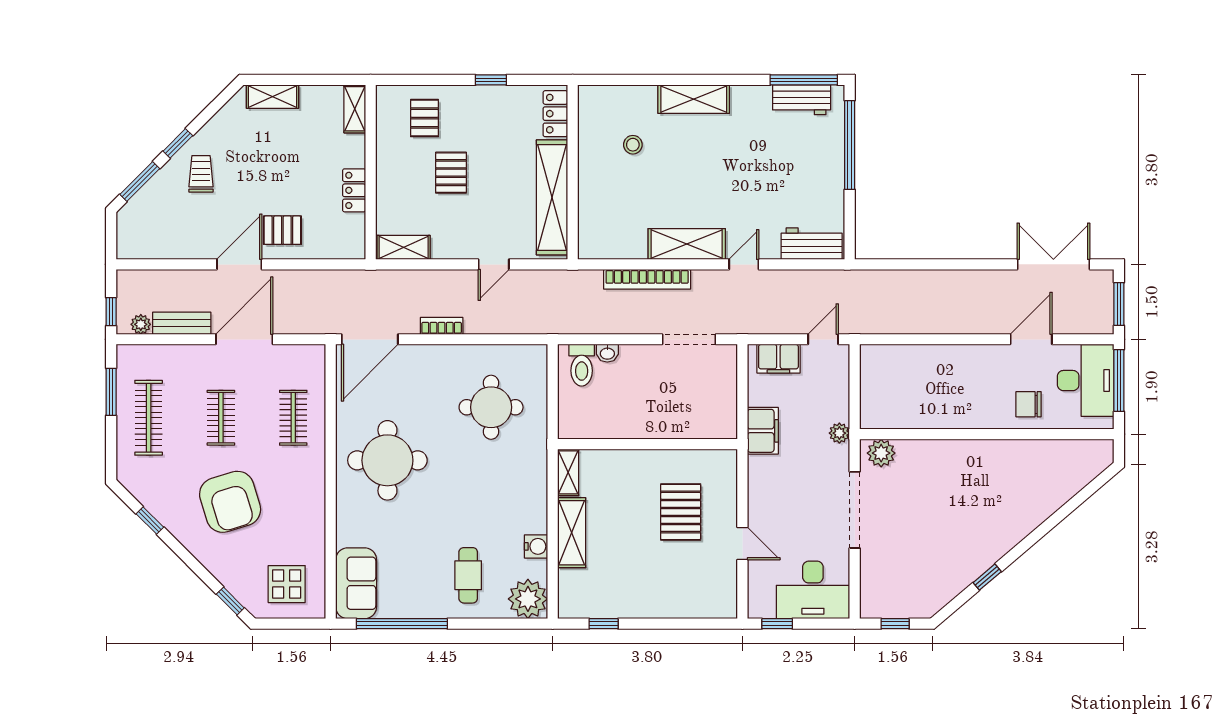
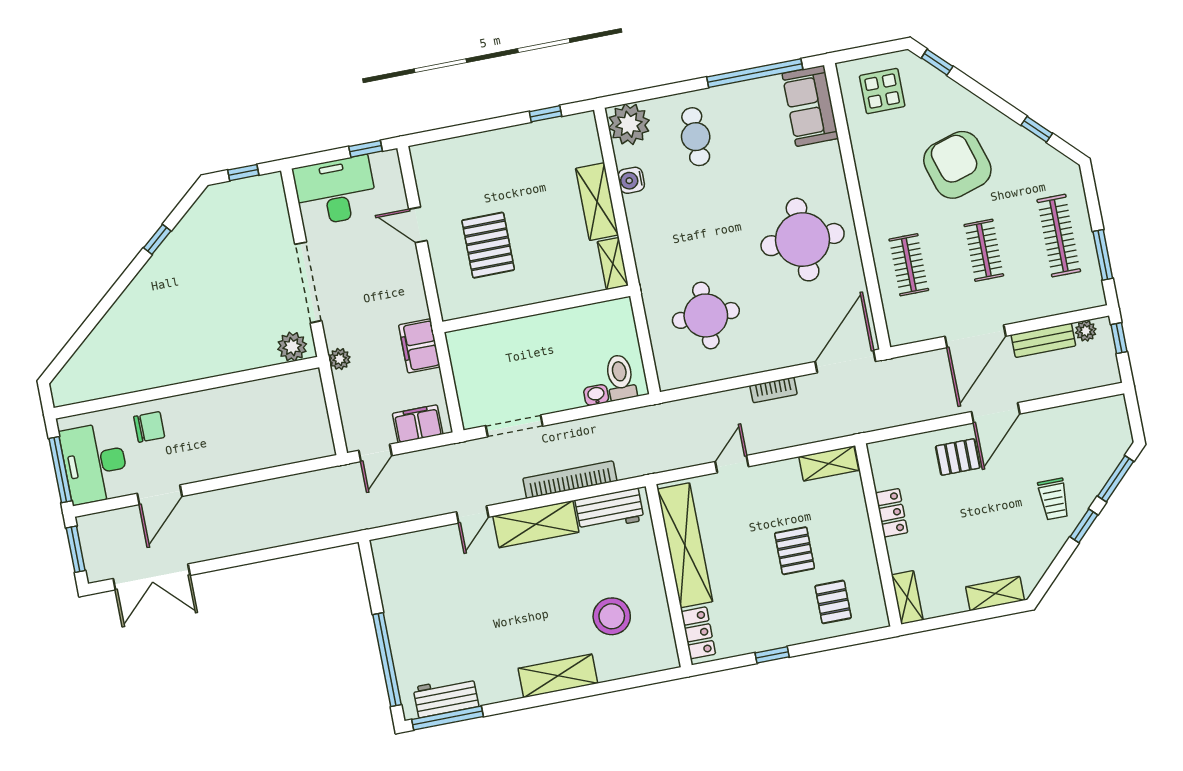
stool: (633, 145) -> (612, 616), width x1.89, depth x1.89
workbench: (812, 244) -> (610, 510), moved

